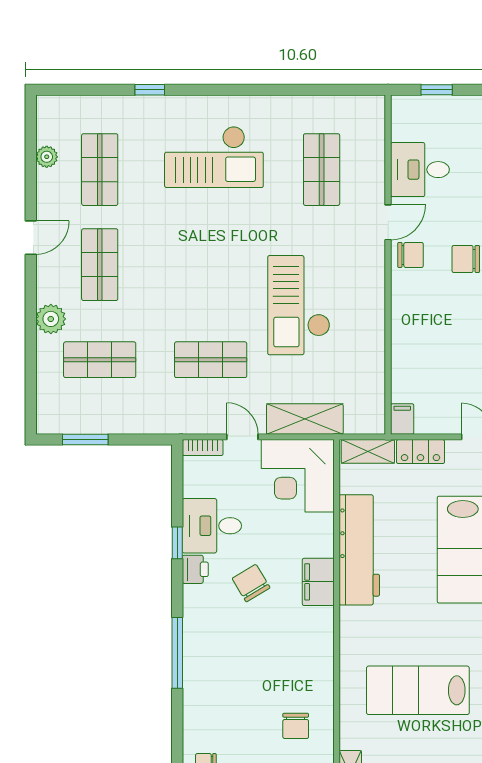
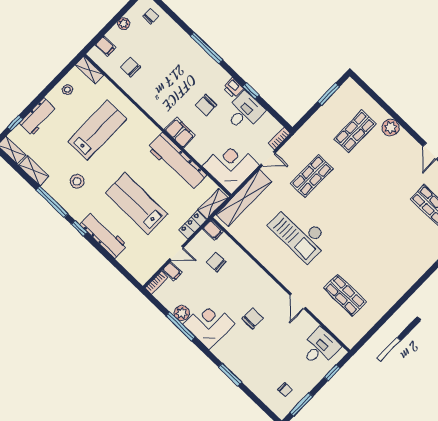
checkout: (214, 157) -> (392, 257), removed
desk: (420, 170) -> (320, 348), moved
chair: (411, 255) -> (216, 262), moved, turned 89
shop shelf: (100, 265) -> (393, 168), removed
checkout: (299, 305) -> (299, 233), turned 180
shelving: (305, 419) -> (244, 198), width x1.47
chair: (251, 583) -> (206, 105), turned 121

